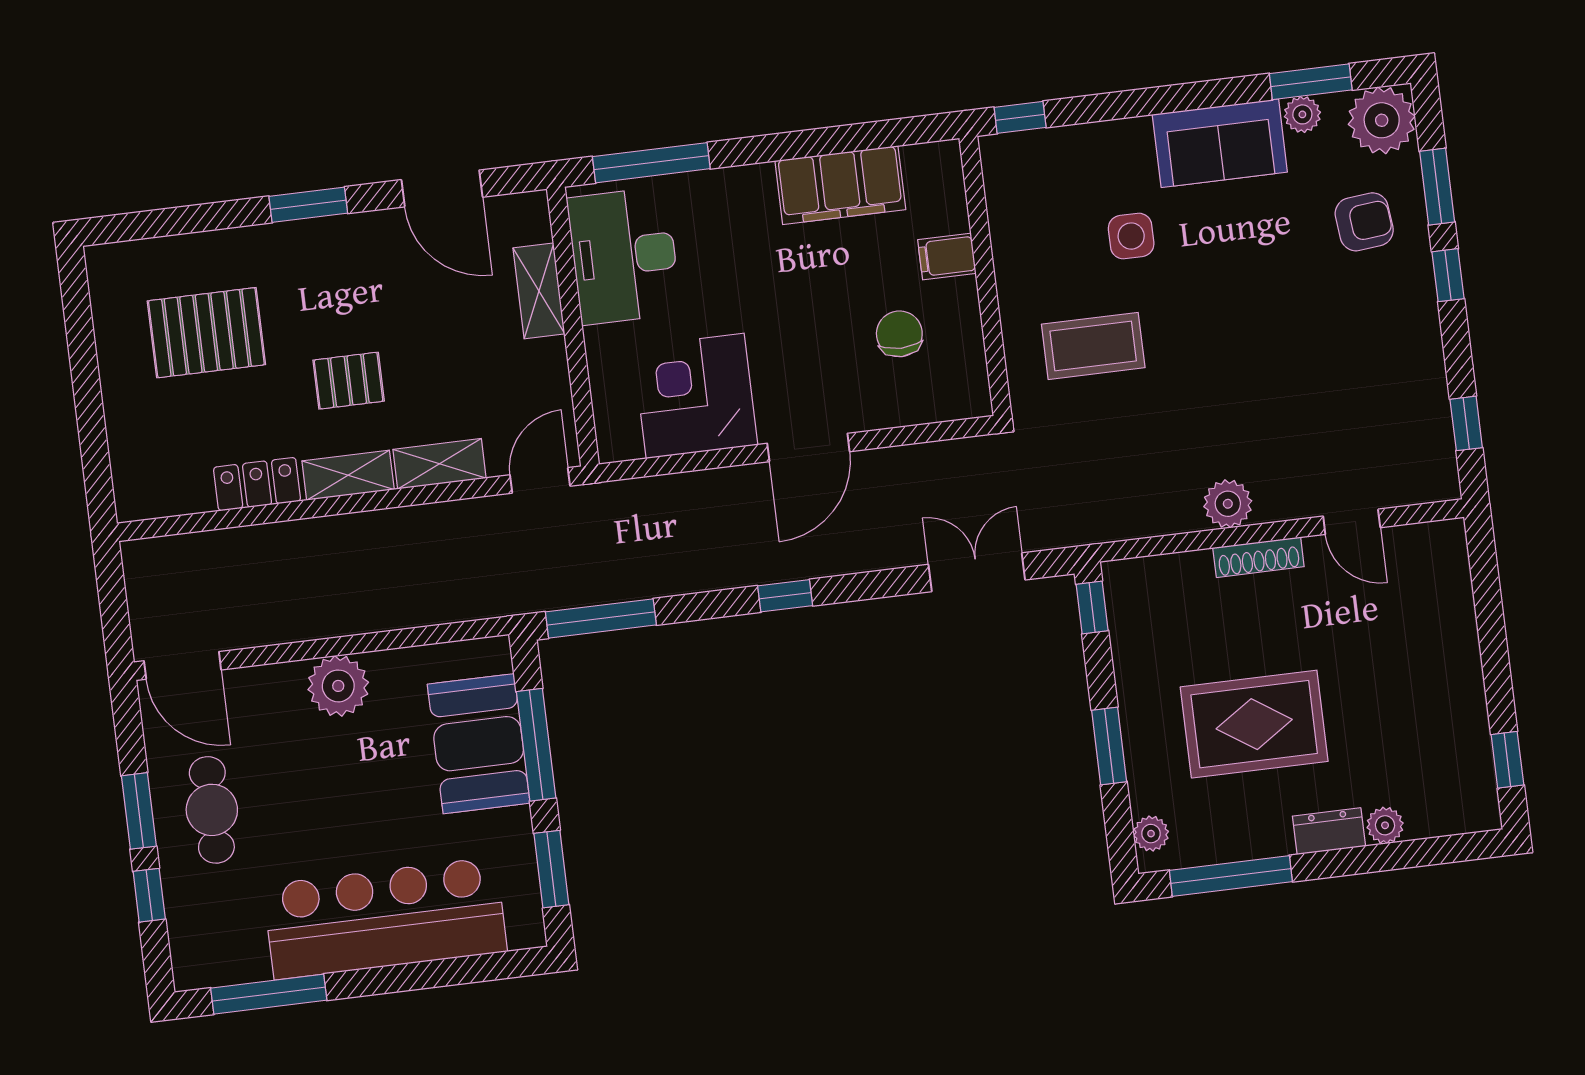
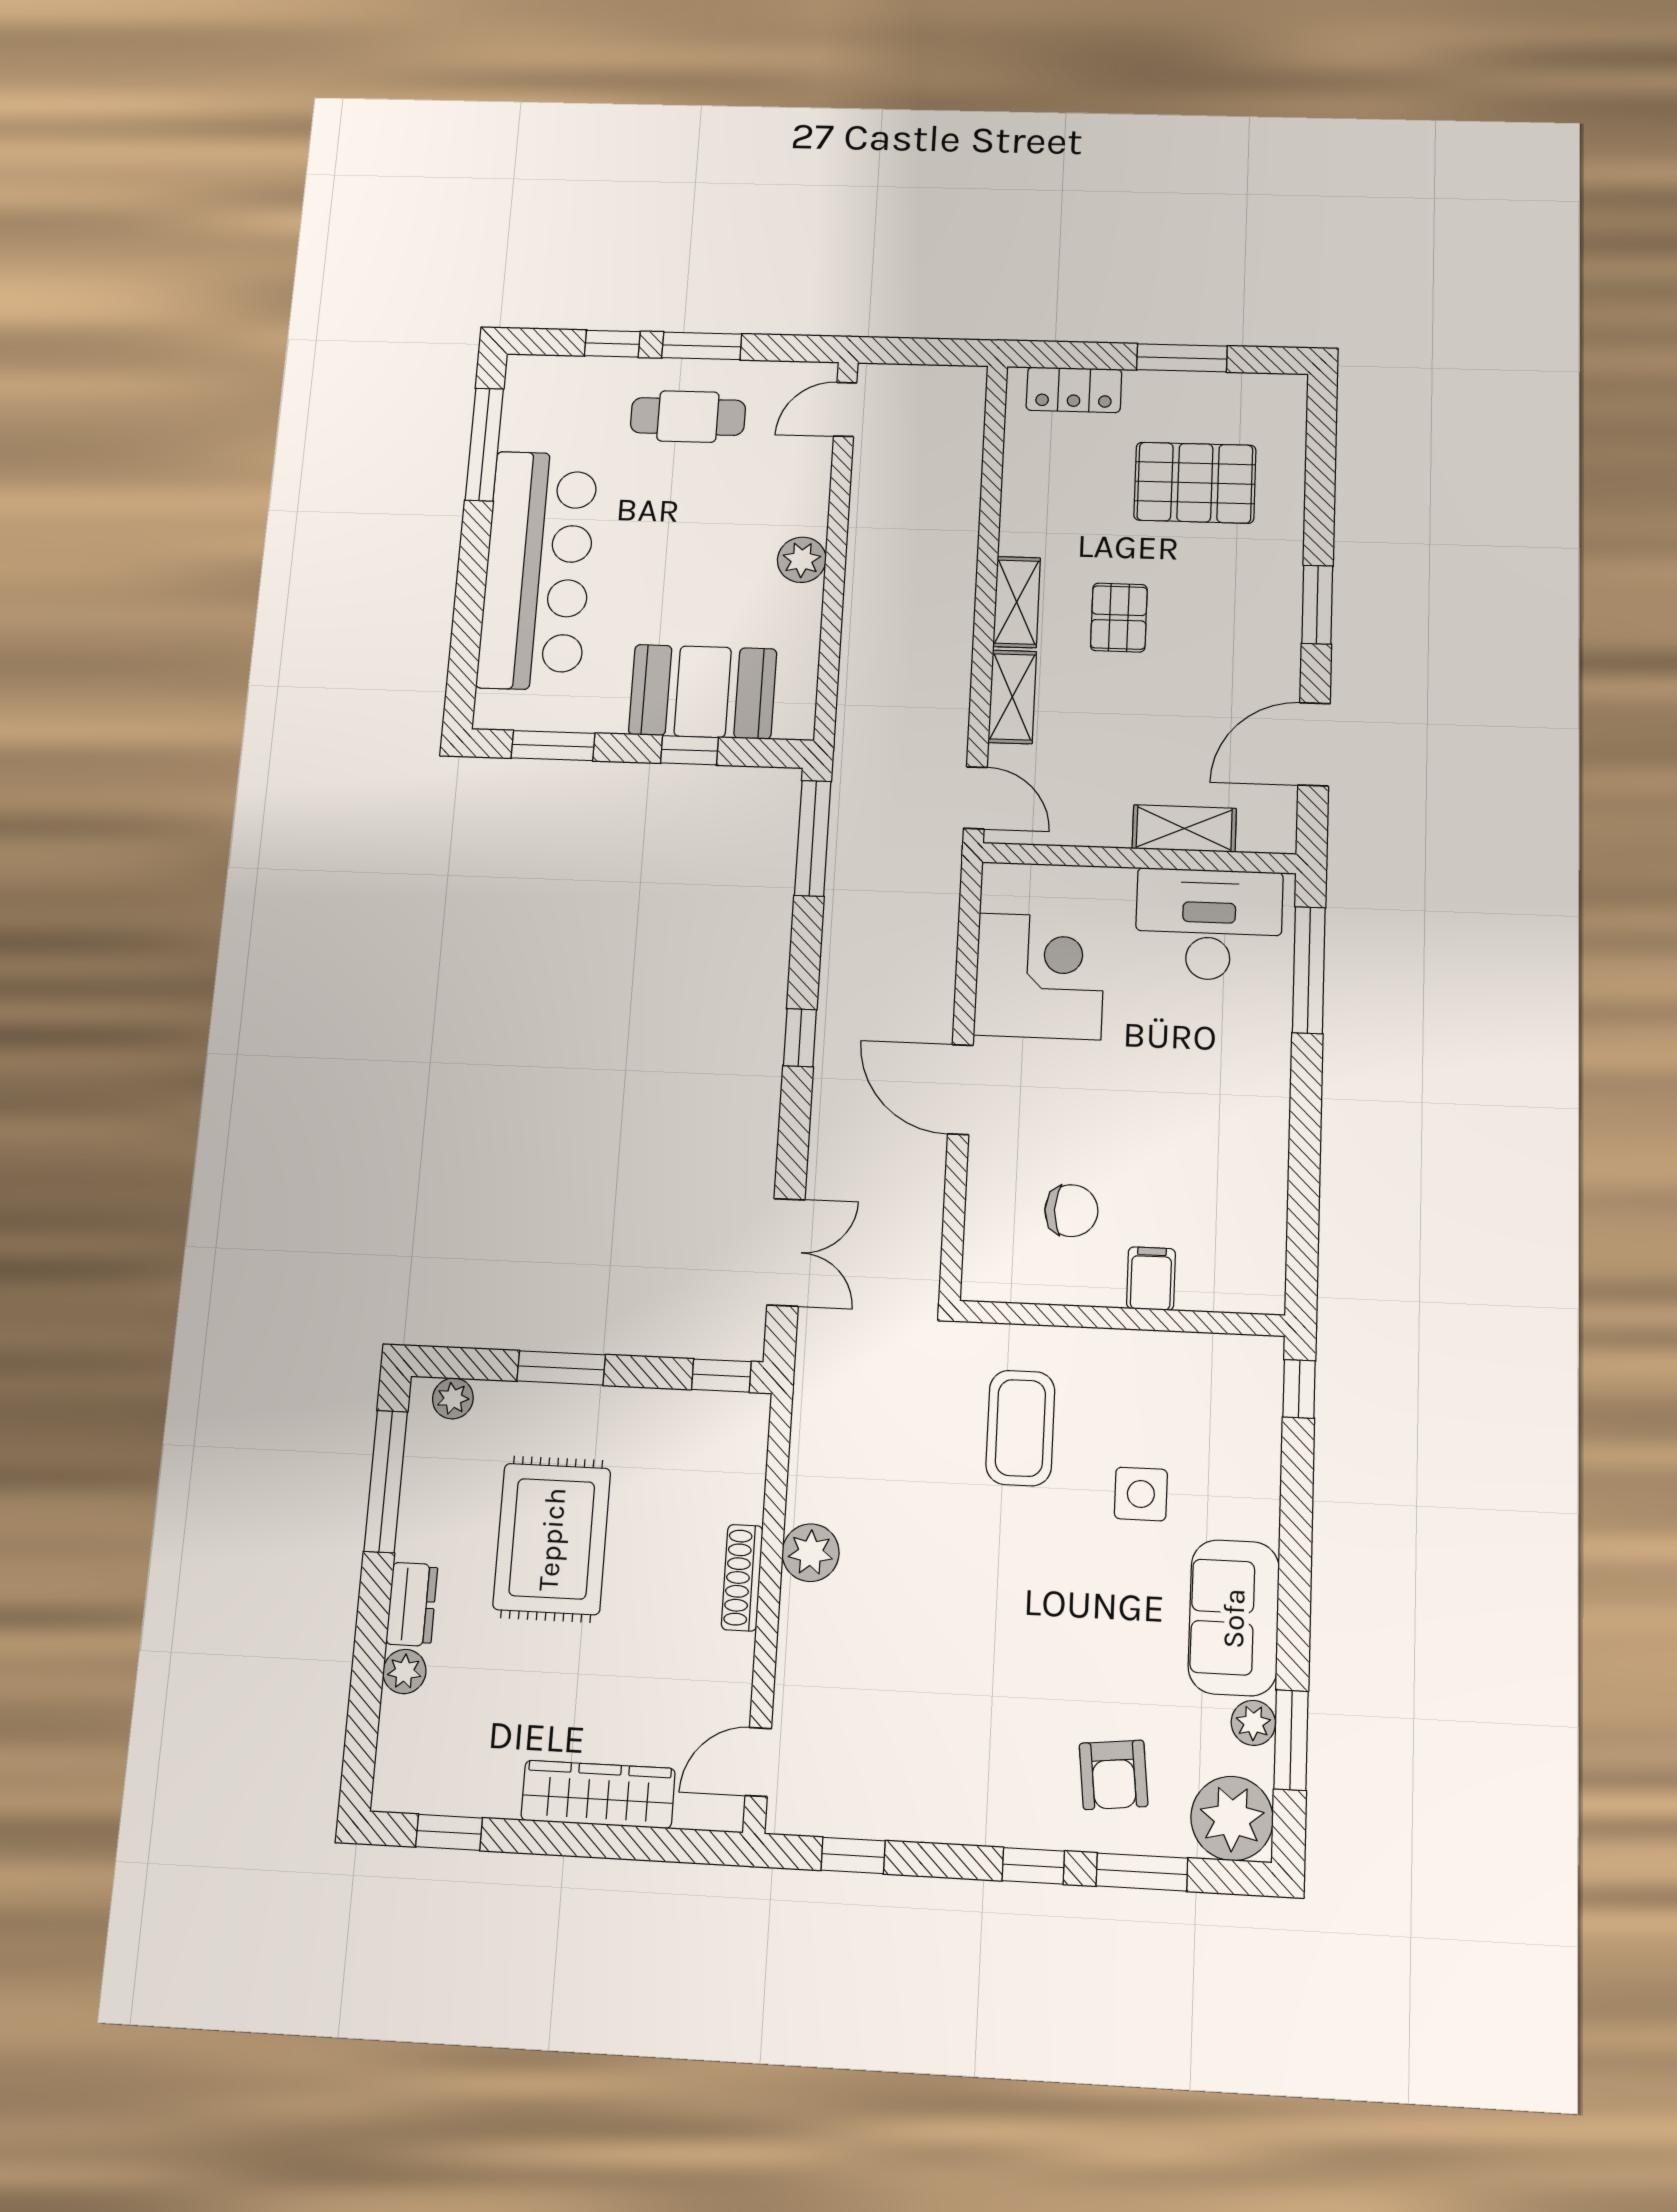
filing cabinet: (840, 185) -> (1252, 1173), removed
pallet: (206, 333) -> (1195, 483), turned 90
window: (84, 364) -> (1182, 358), added
locker: (257, 484) -> (1074, 390), moved, turned 90
door: (1352, 522) -> (758, 1762), moved
wardrobe: (1455, 643) -> (598, 1794), added
door: (183, 665) -> (845, 409), width x0.73
plant: (338, 686) -> (802, 560), width x0.73, depth x0.73
window: (536, 745) -> (689, 750), width x0.46

